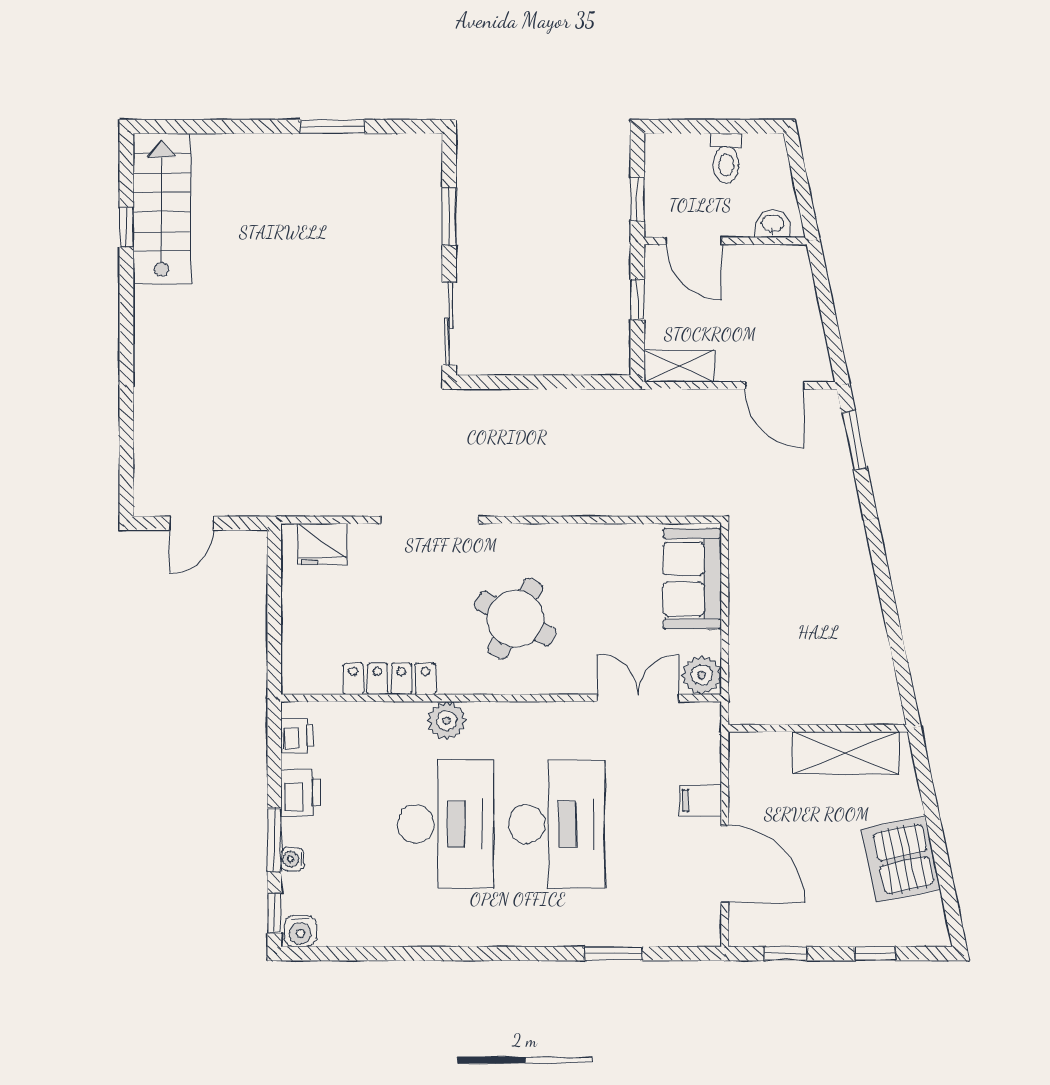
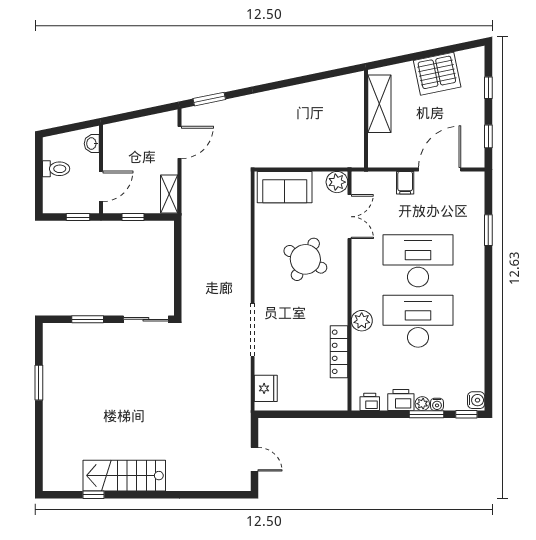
stairs: (162, 209) -> (124, 476), moved
round table: (515, 619) -> (305, 259), moved
double door: (638, 698) -> (349, 217), swing flipped
plant: (294, 832) -> (422, 404), added

